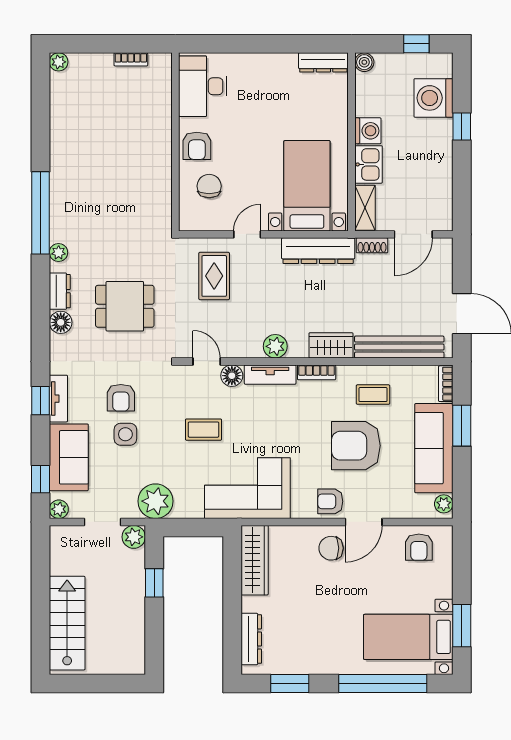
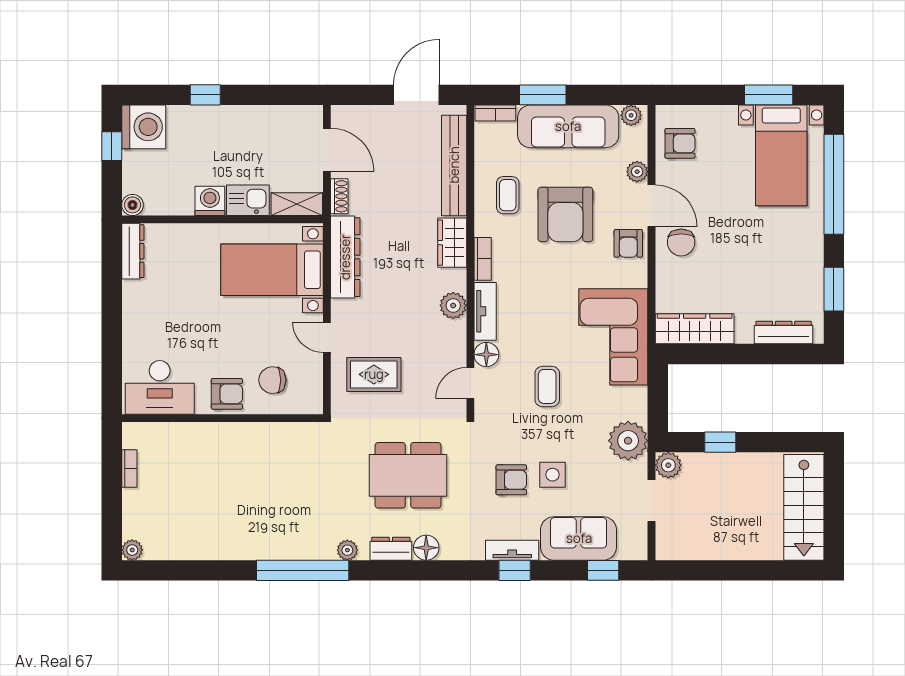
washing machine: (433, 98) -> (144, 127), moved, turned -90
dining table: (125, 306) -> (408, 475), width x1.38
plant: (59, 509) -> (637, 172), moved
stairs: (67, 623) -> (804, 507), moved, turned -90

